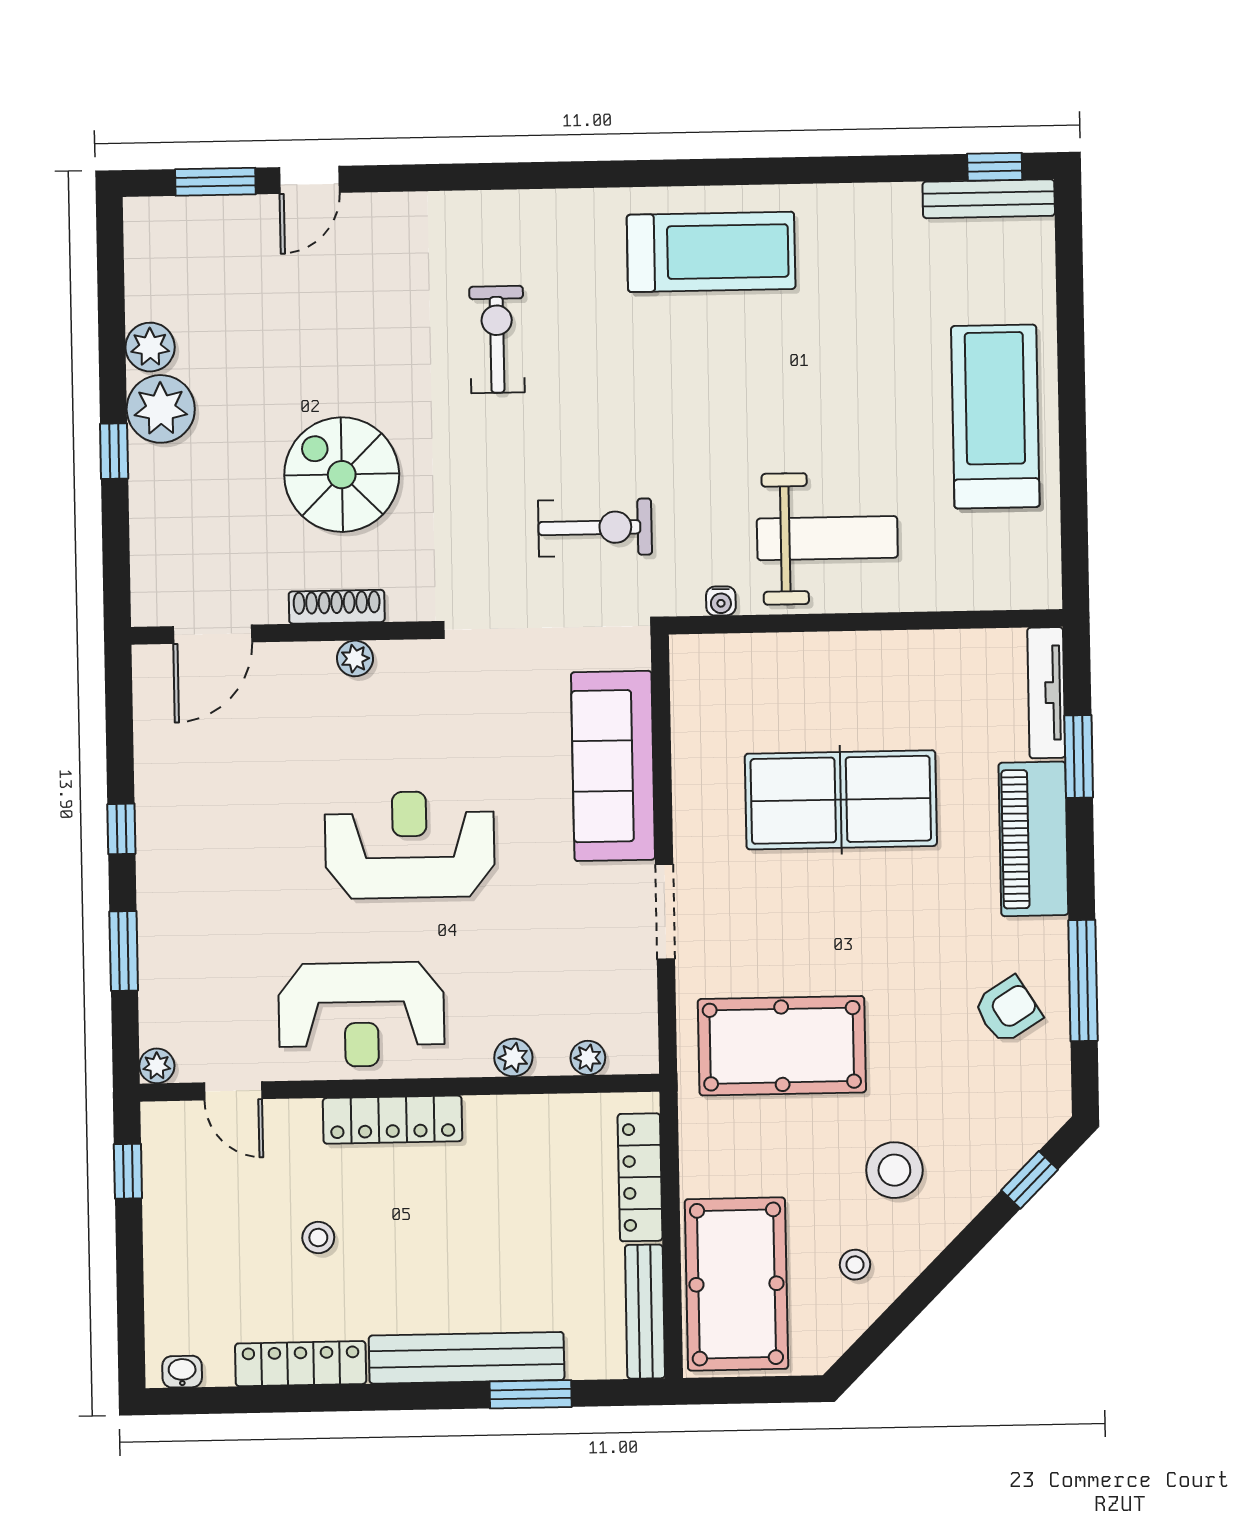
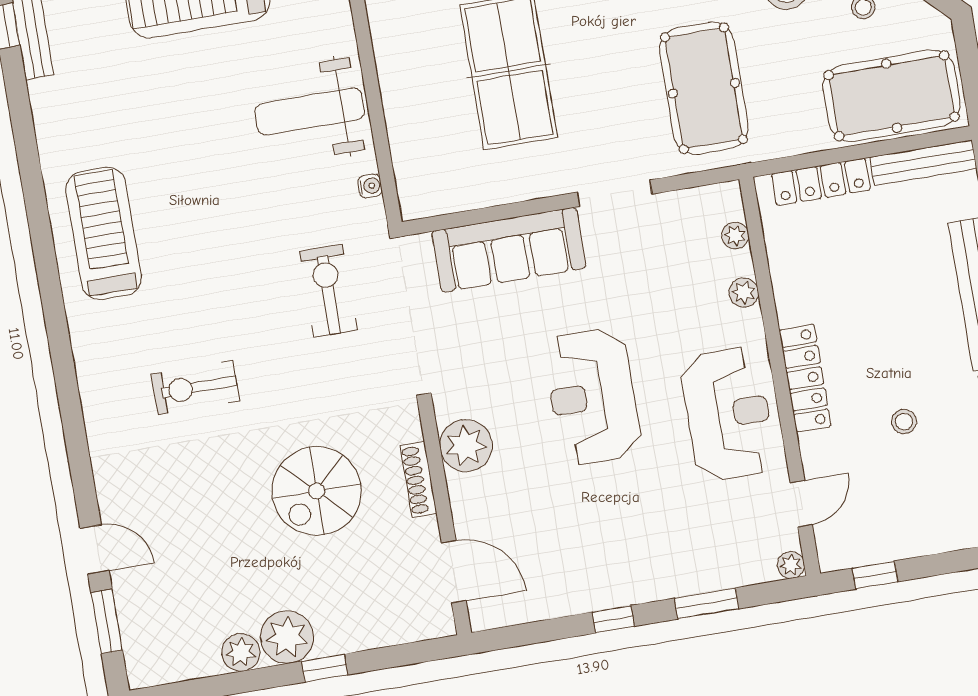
weight bench: (827, 538) -> (310, 112), turned -90
plant: (355, 658) -> (466, 446), width x1.88, depth x1.88

